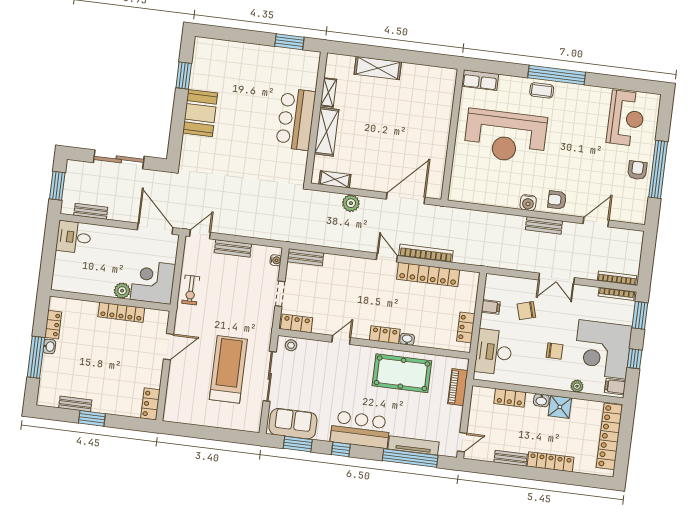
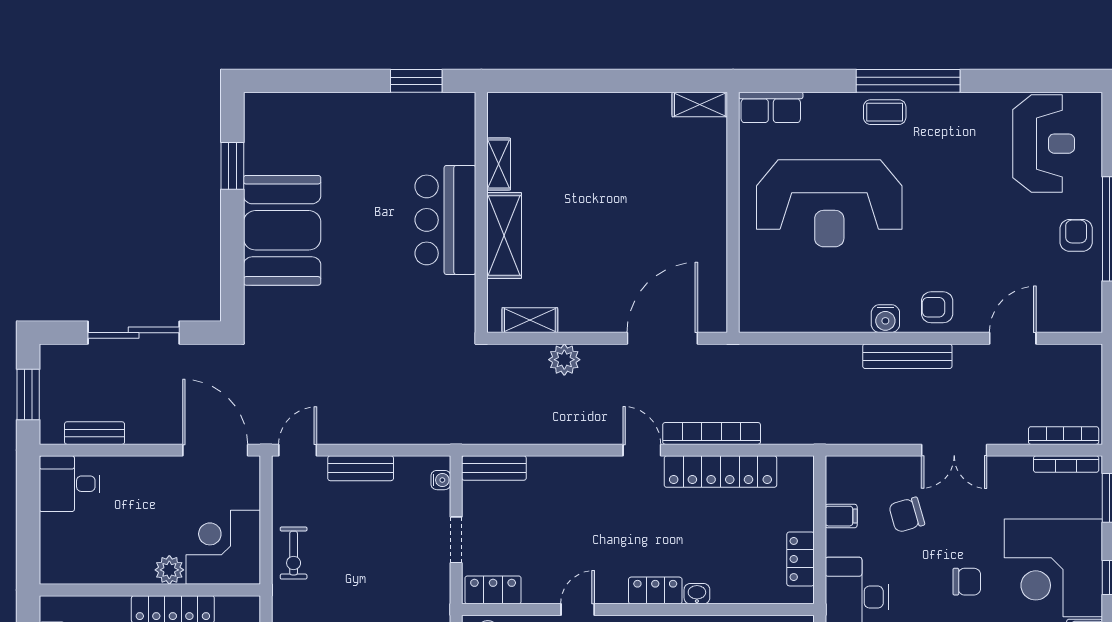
shelving: (378, 68) -> (700, 104), moved, width x0.67, depth x0.75
booth: (200, 113) -> (282, 230), width x1.36, depth x1.42
bench: (544, 225) -> (907, 356), width x1.36

